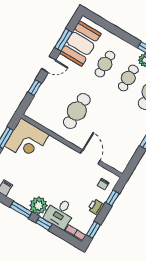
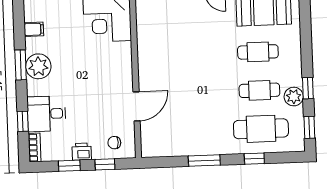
cafe table: (77, 111) -> (181, 55), removed
plant: (38, 206) -> (38, 66), moved
window: (44, 223) -> (23, 121), moved
window: (93, 230) -> (69, 166), moved

